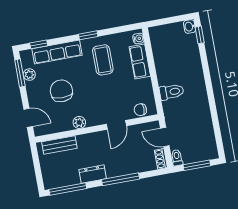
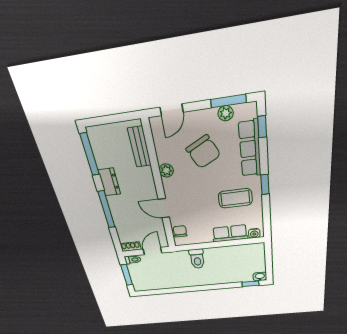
chair: (61, 91) -> (203, 152), turned 63

